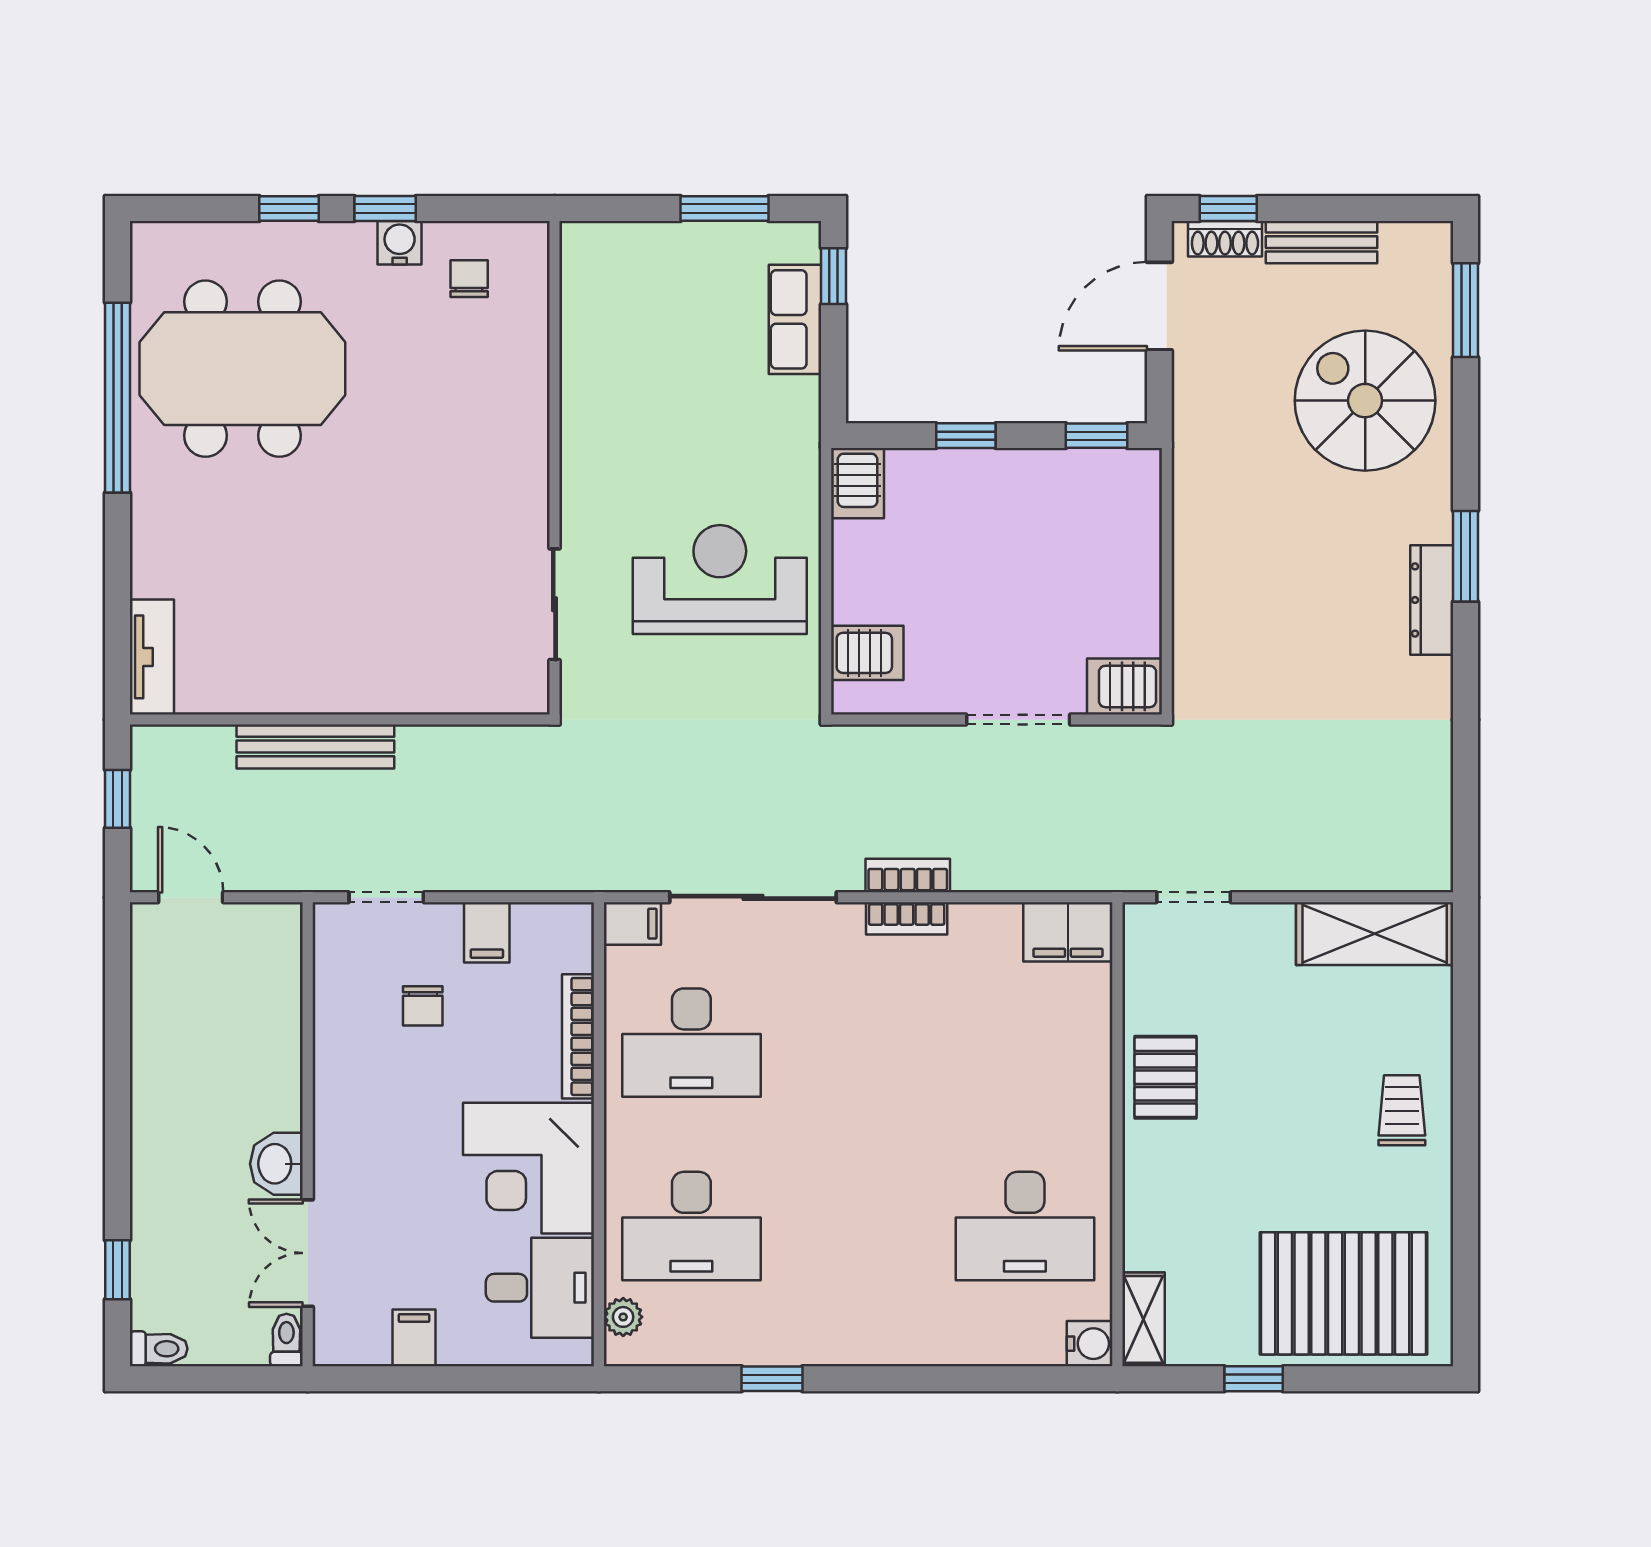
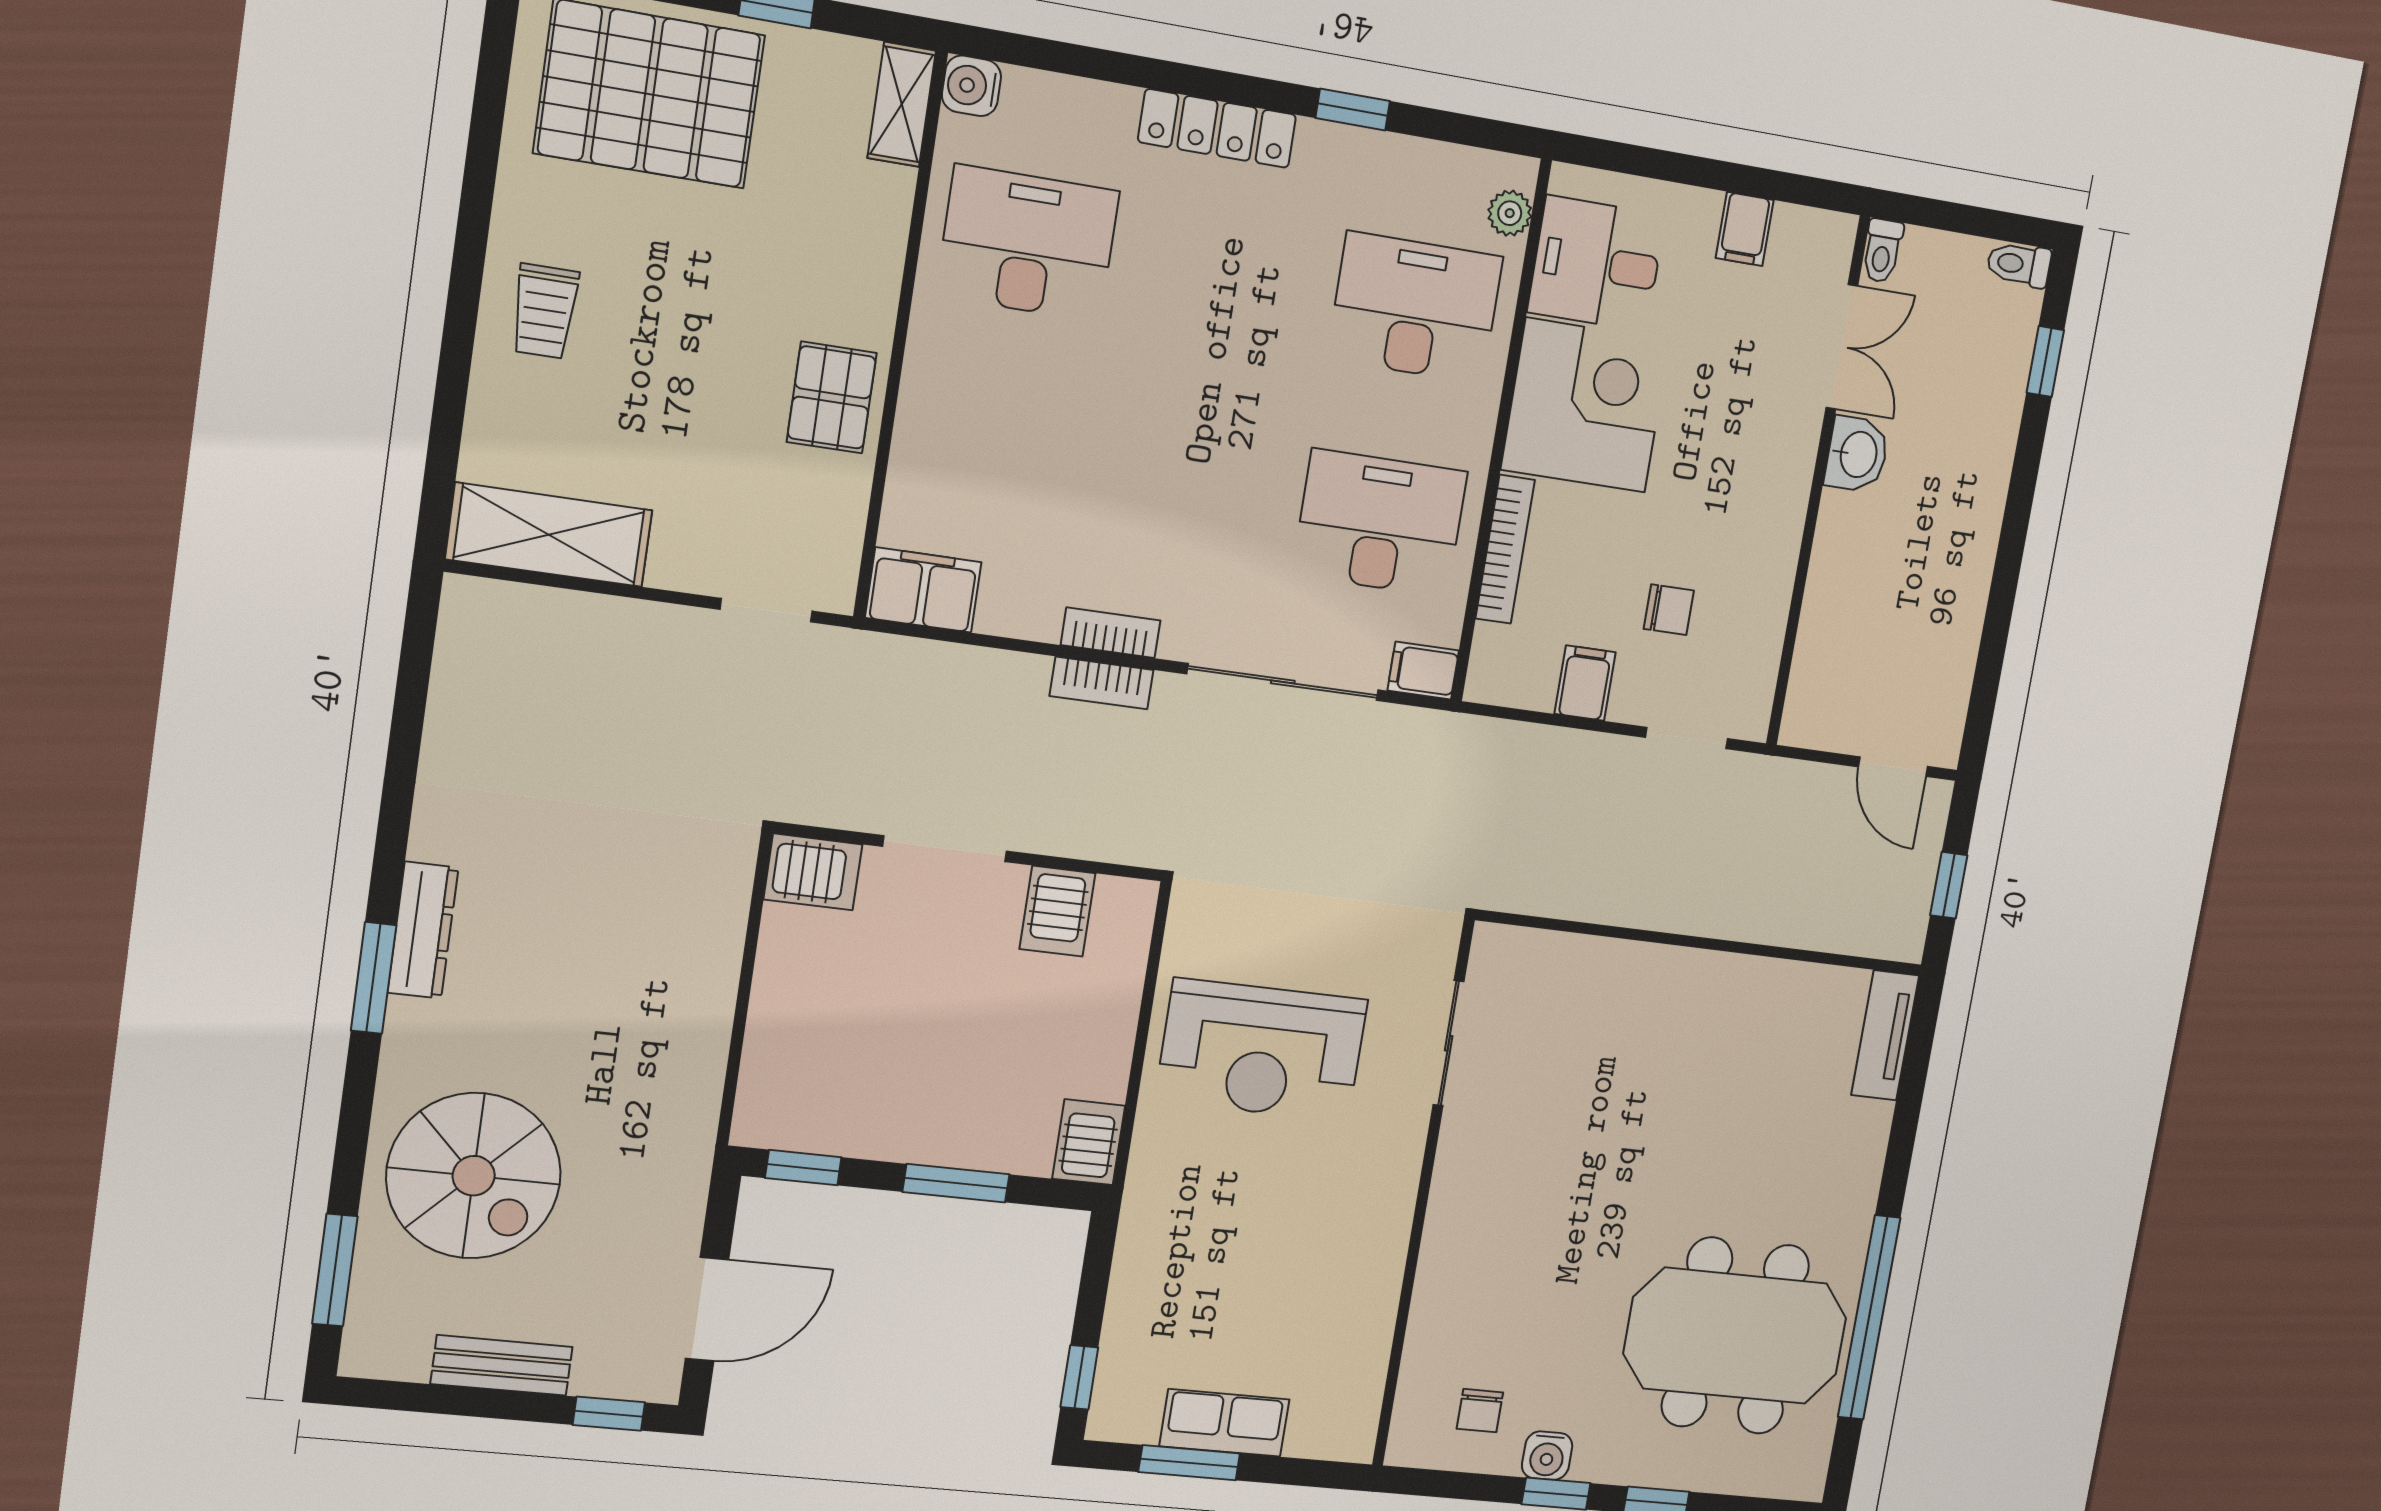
shoe rack: (1225, 239) -> (618, 1379), removed
row of seats: (795, 319) -> (1224, 1423), moved, turned -90
window: (966, 436) -> (956, 1183), width x1.50
server rack: (867, 653) -> (1057, 911), moved, turned -90
bench: (315, 747) -> (1733, 916), removed
chair: (423, 1006) -> (1669, 610), turned 90
locker: (883, 1344) -> (1217, 128), added

